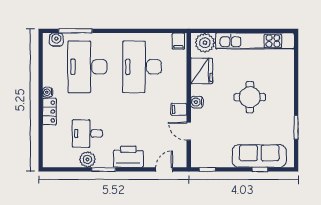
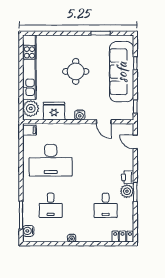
desk: (87, 67) -> (51, 205), width x0.53, depth x0.77
filing cabinet: (179, 109) -> (86, 130), removed
locker: (49, 112) -> (123, 237), moved
door: (189, 131) -> (104, 122), hinge flipped
sofa: (259, 156) -> (122, 72), width x1.36, depth x1.27
printer: (128, 157) -> (128, 177), width x0.53, depth x0.68
plant: (87, 159) -> (127, 191), moved

